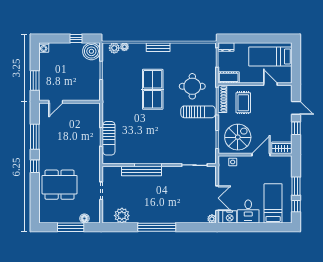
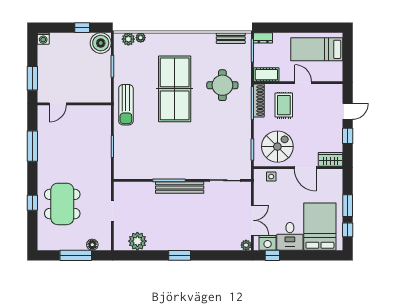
bench: (158, 47) -> (231, 38), moved
door: (270, 84) -> (303, 83), moved
table tennis table: (153, 89) -> (175, 89), width x1.36, depth x1.32
door: (296, 108) -> (348, 111), hinge flipped
sun lounger: (198, 112) -> (229, 116), removed
sun lounger: (109, 138) -> (126, 105), moved
door: (261, 155) -> (305, 168), swing flipped
window: (35, 166) -> (32, 203), moved
bench: (141, 171) -> (180, 187), moved
dining table: (60, 185) -> (62, 204), turned 90
bed: (273, 203) -> (320, 227), width x1.50
window: (157, 227) -> (180, 255), width x0.47
window: (234, 227) -> (272, 255), added

